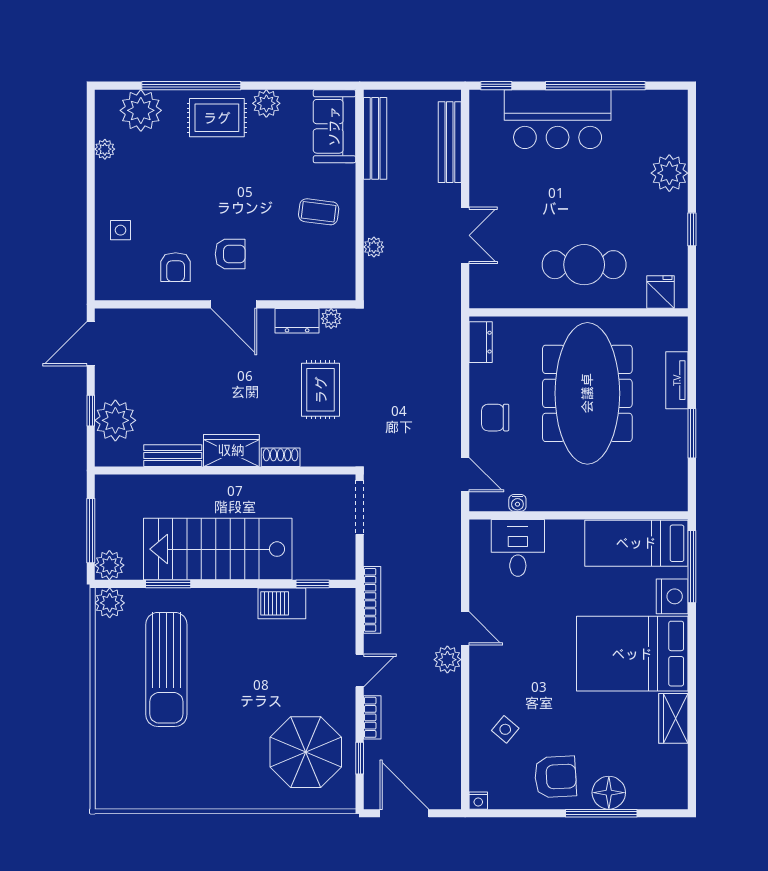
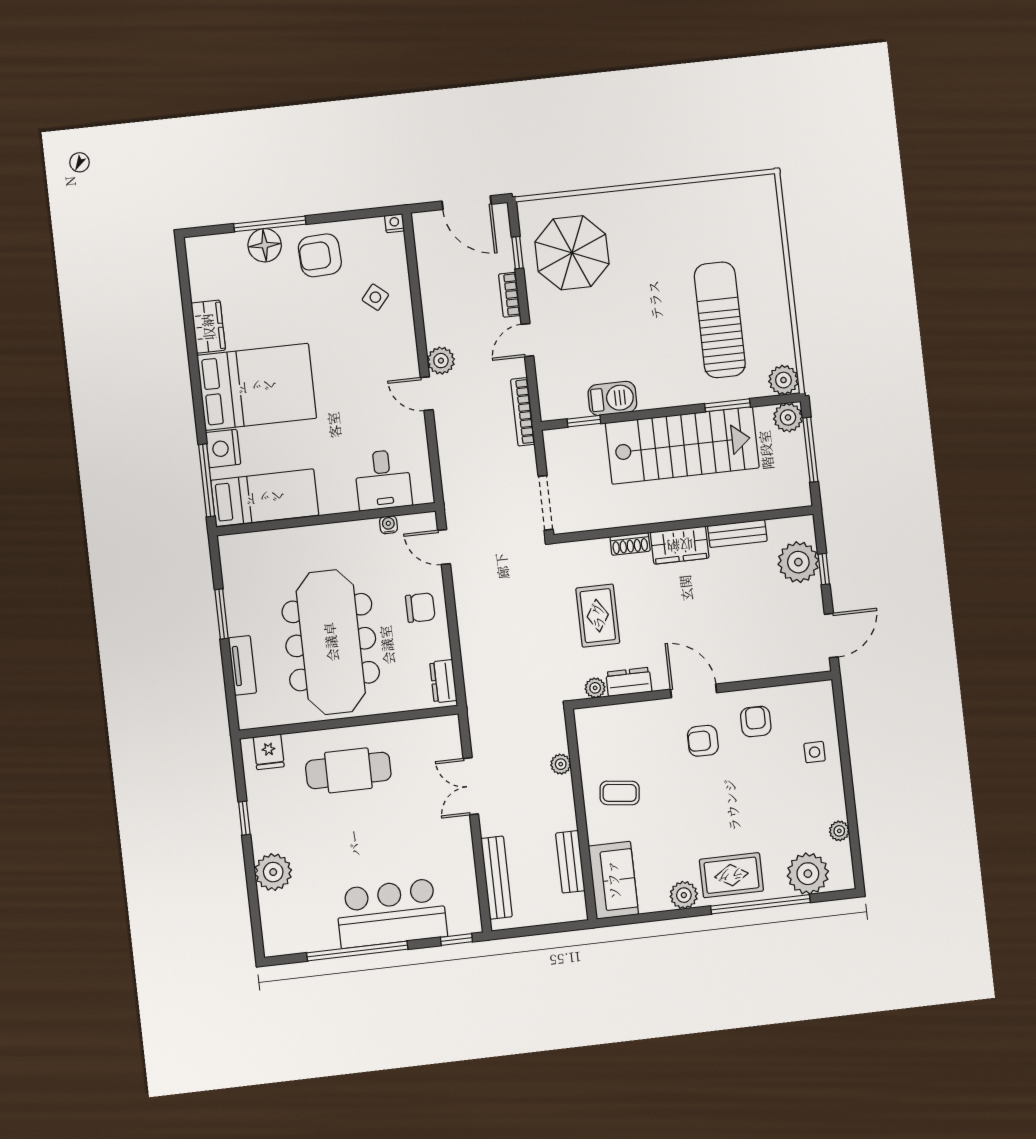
bench: (375, 138) -> (570, 862), width x0.73

